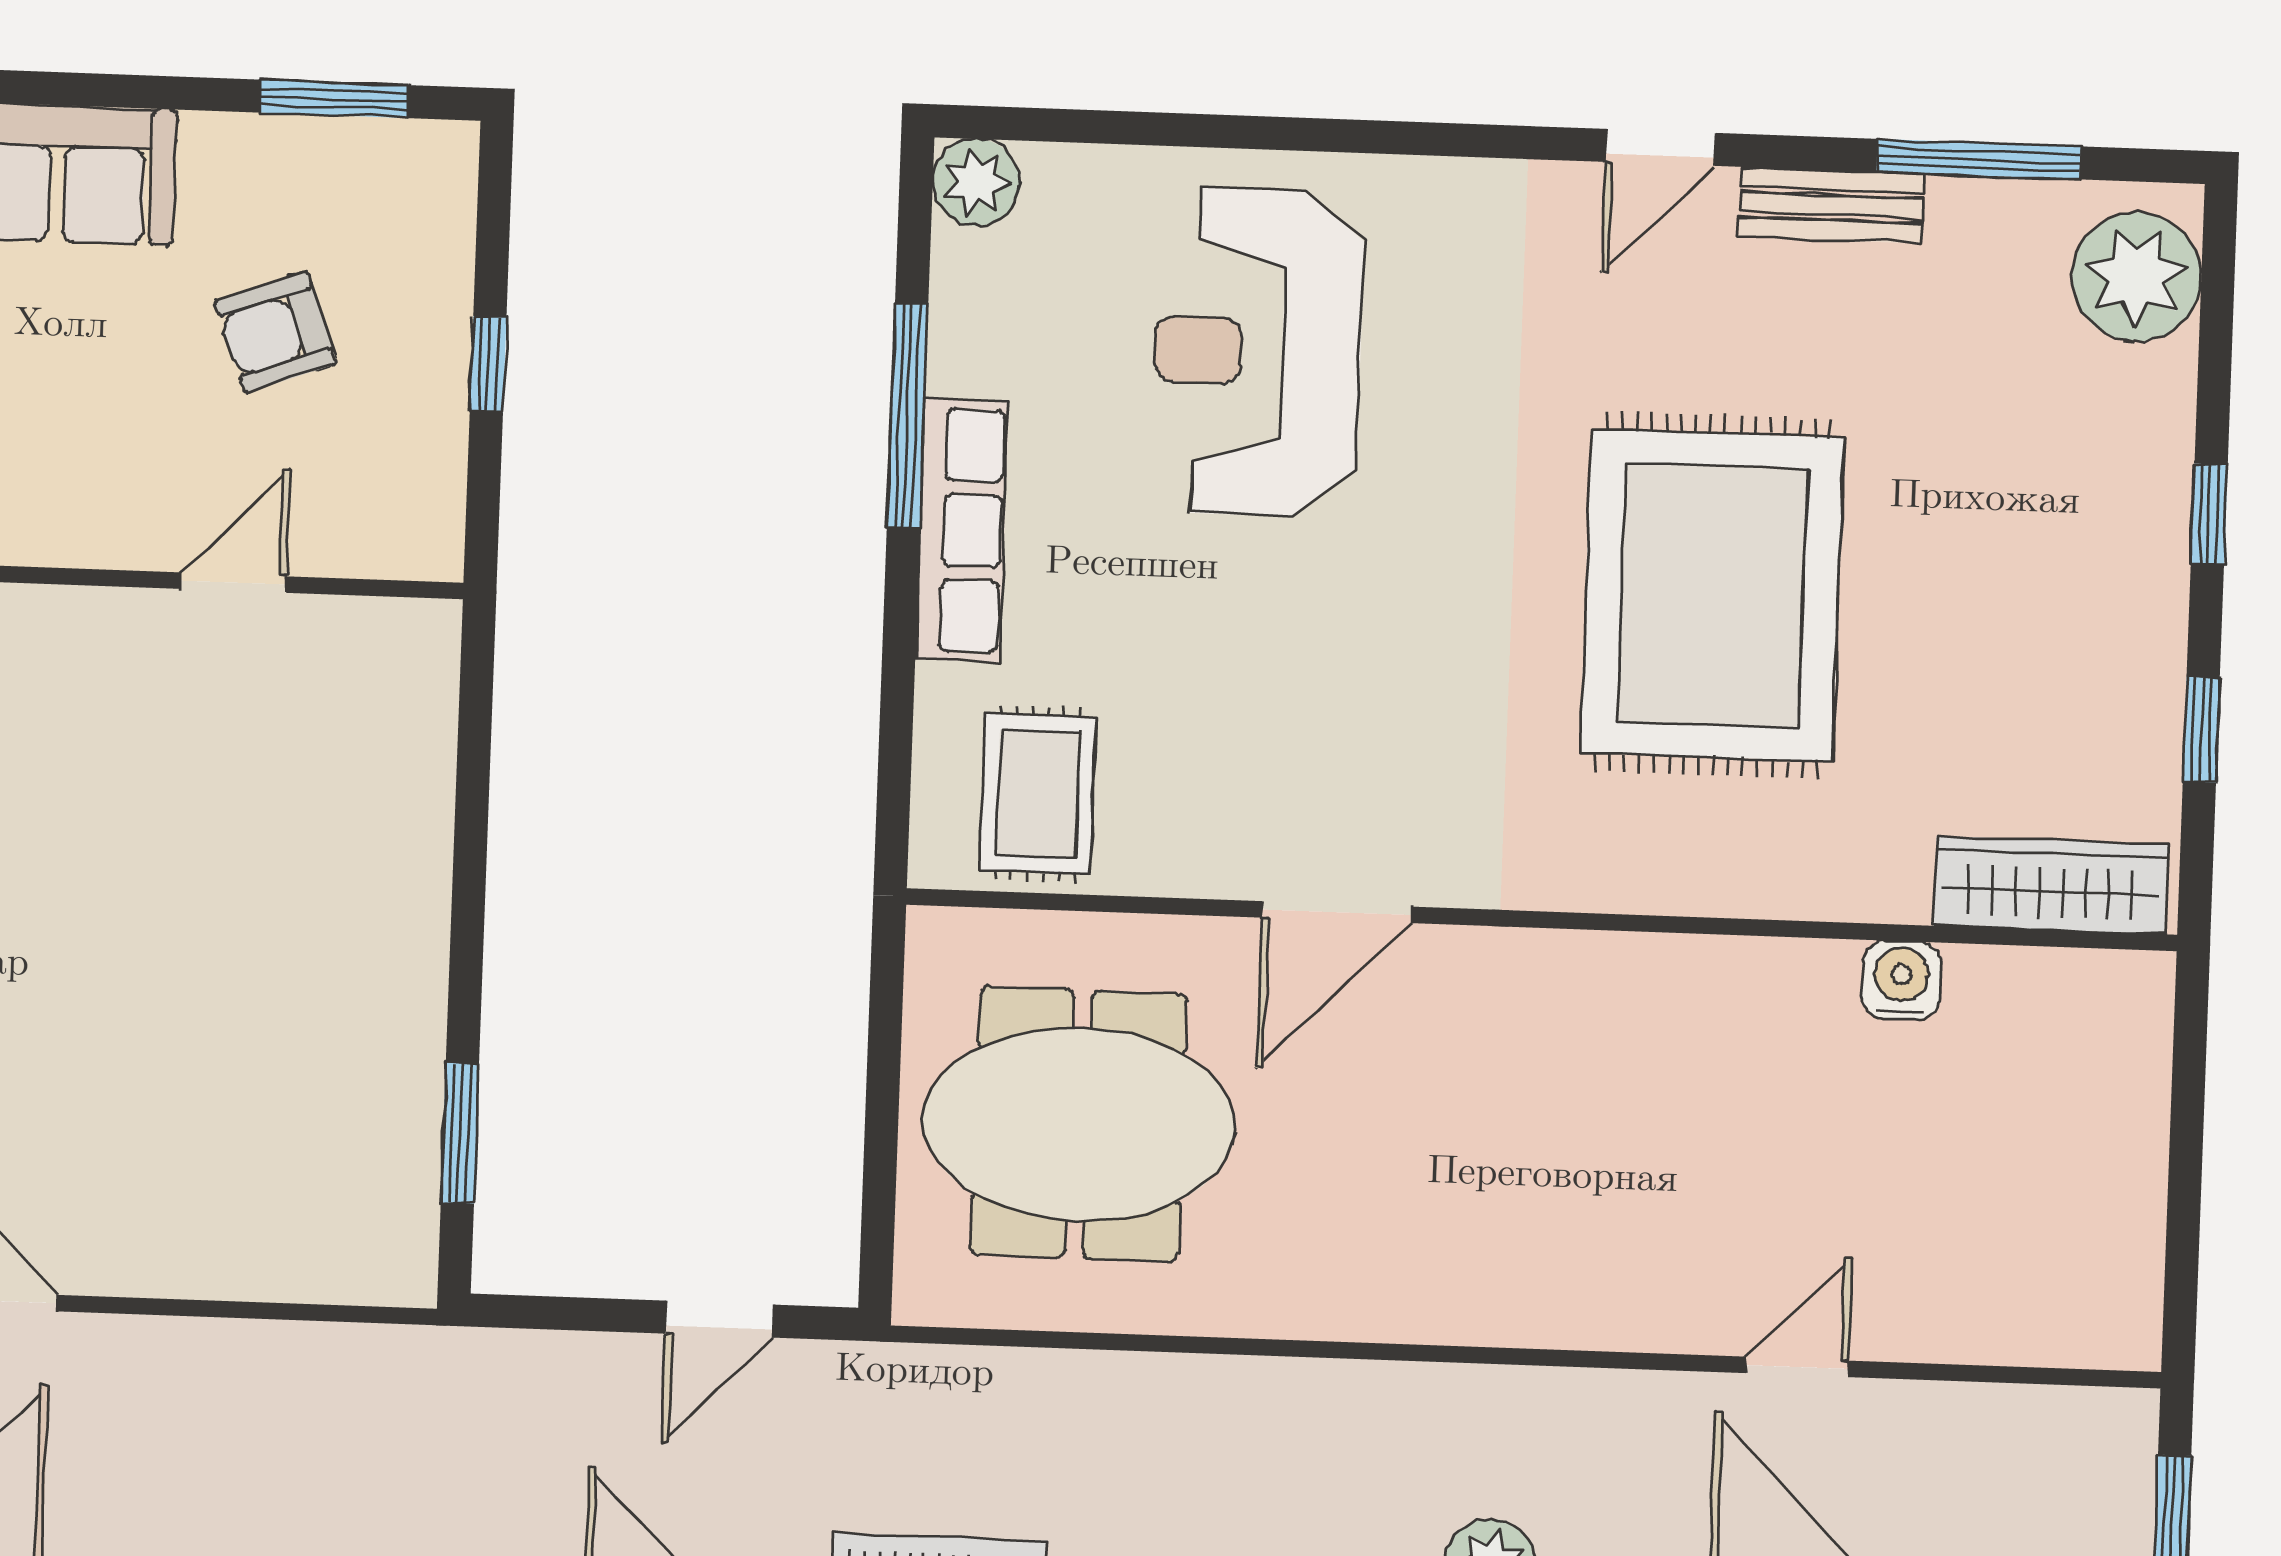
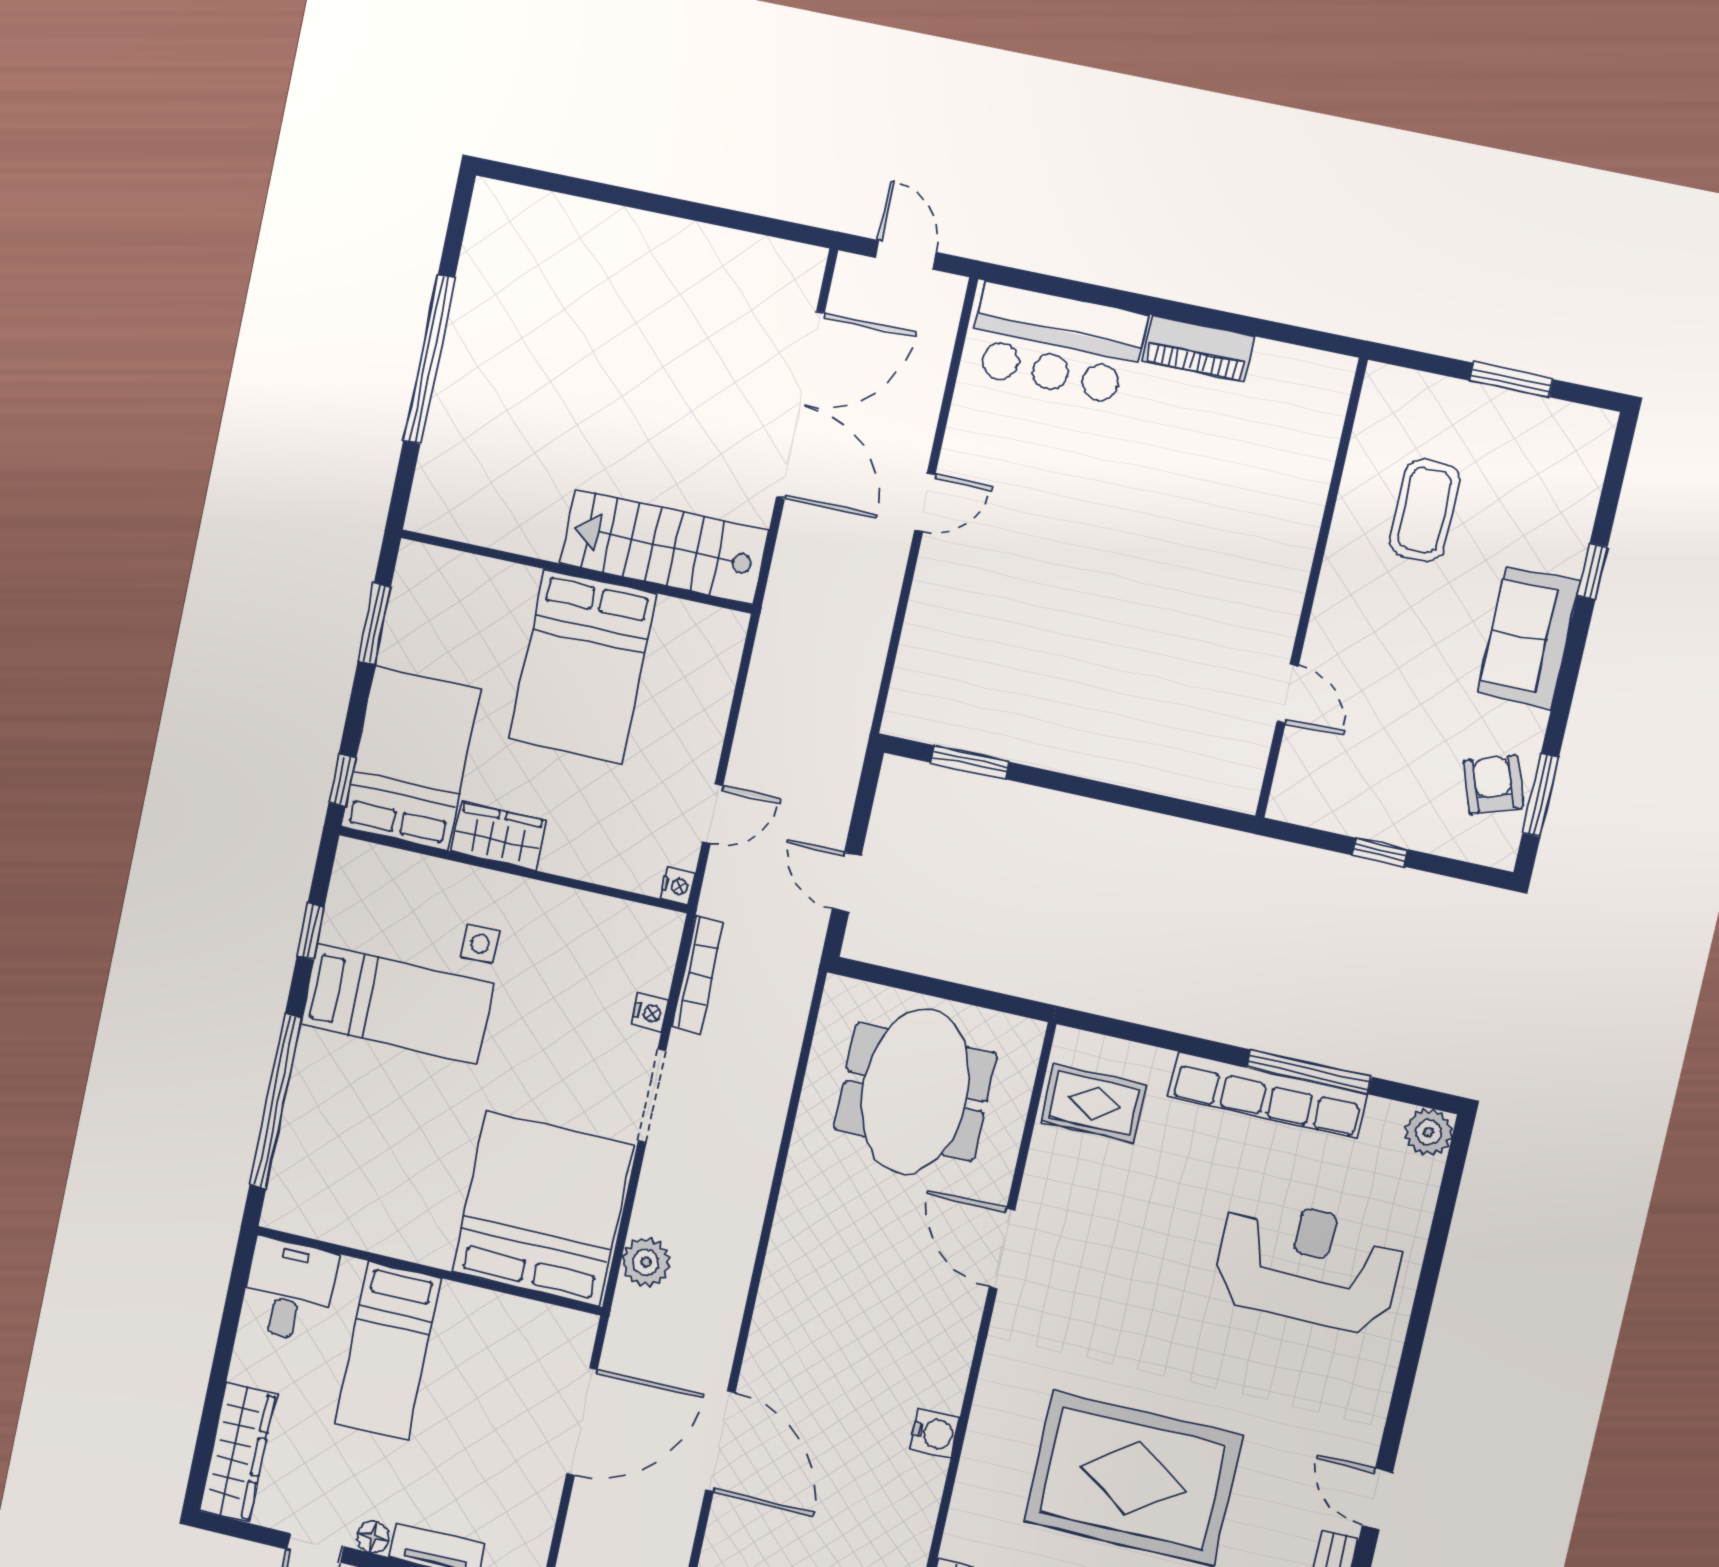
armchair: (275, 332) -> (1493, 784), moved
row of seats: (962, 530) -> (1268, 1095), width x1.36
water cooler: (1901, 980) -> (935, 1433), moved
door: (1797, 1367) -> (720, 1442), width x1.87

